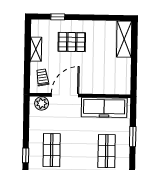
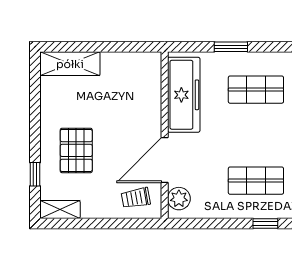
shelving: (36, 49) -> (60, 209), moved
door: (65, 95) -> (165, 160), hinge flipped

